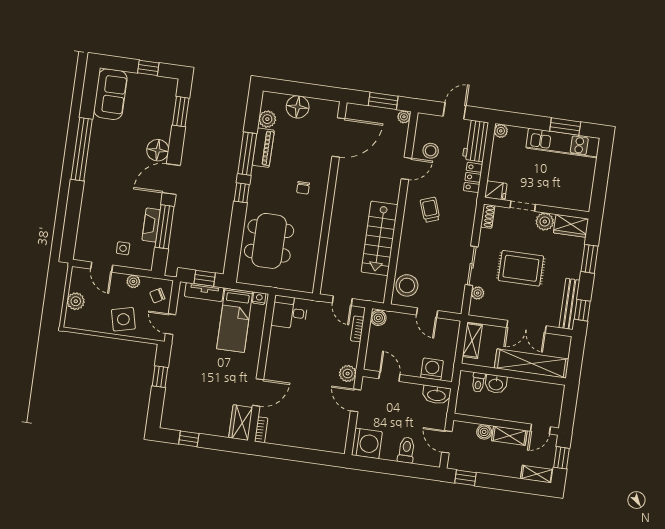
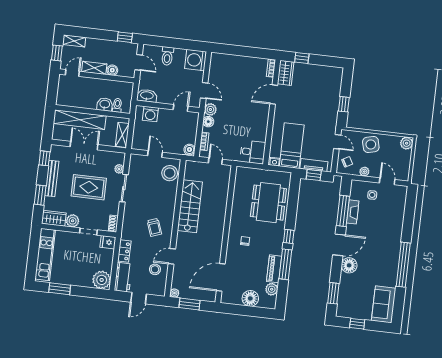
plant: (501, 131) -> (102, 280), width x1.88, depth x1.88
kitchen unit: (563, 143) -> (45, 254), moved, turned 90
plant: (76, 301) -> (407, 143), moved
bench: (569, 304) -> (52, 178), moved
floor lamp: (351, 357) -> (208, 122), added
door: (389, 377) -> (181, 108), swing flipped
window: (189, 439) -> (302, 58), moved

